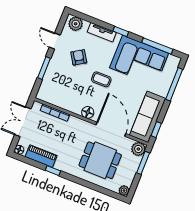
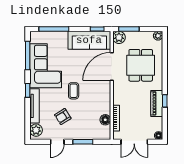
tv unit: (102, 32) -> (35, 106), width x1.41
floor lamp: (88, 112) -> (105, 120), moved
piano: (41, 156) -> (157, 103), moved

